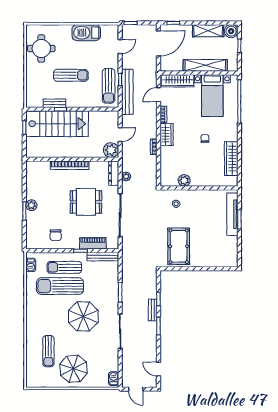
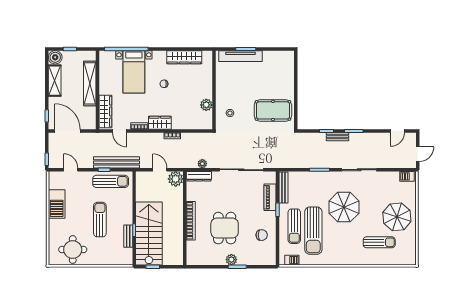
bed with nightstands: (212, 96) -> (134, 72), moved, turned 90
dining table: (86, 202) -> (225, 228), moved

